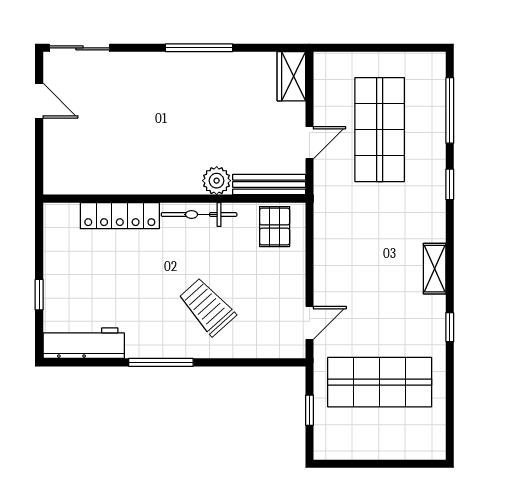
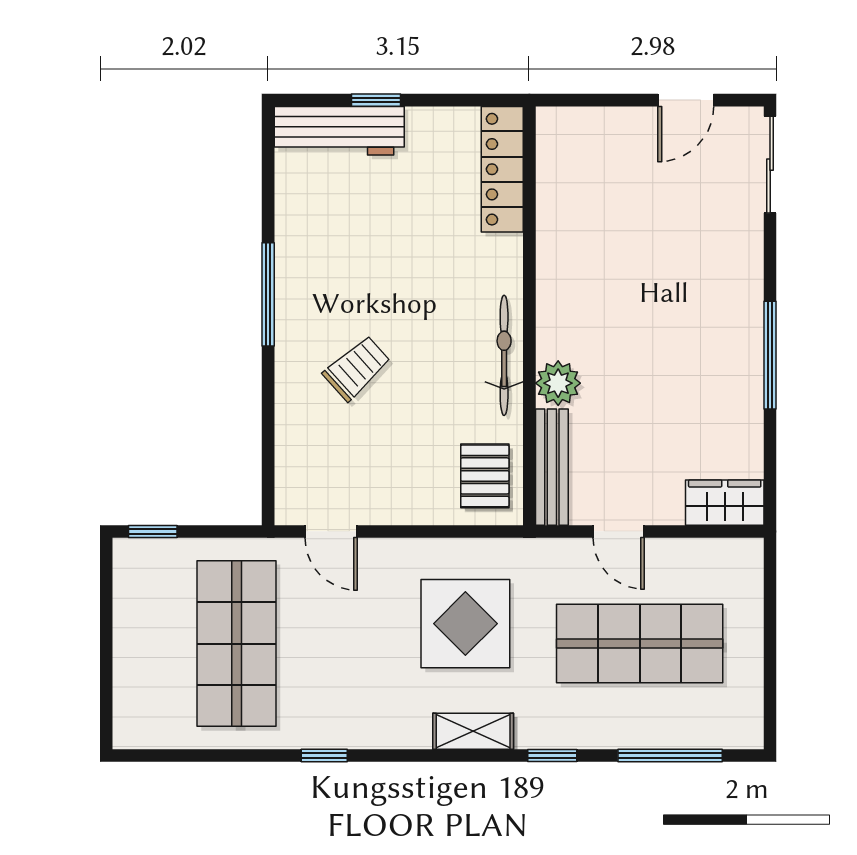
locker: (120, 216) -> (502, 169), moved
pallet: (275, 227) -> (485, 476), turned 90
display table: (367, 239) -> (465, 624), added
shelving: (435, 269) -> (473, 731), moved
trolley: (207, 307) -> (357, 368), width x0.73, depth x0.72
workbench: (84, 343) -> (339, 131), moved, turned 90
window: (309, 410) -> (153, 531), moved

